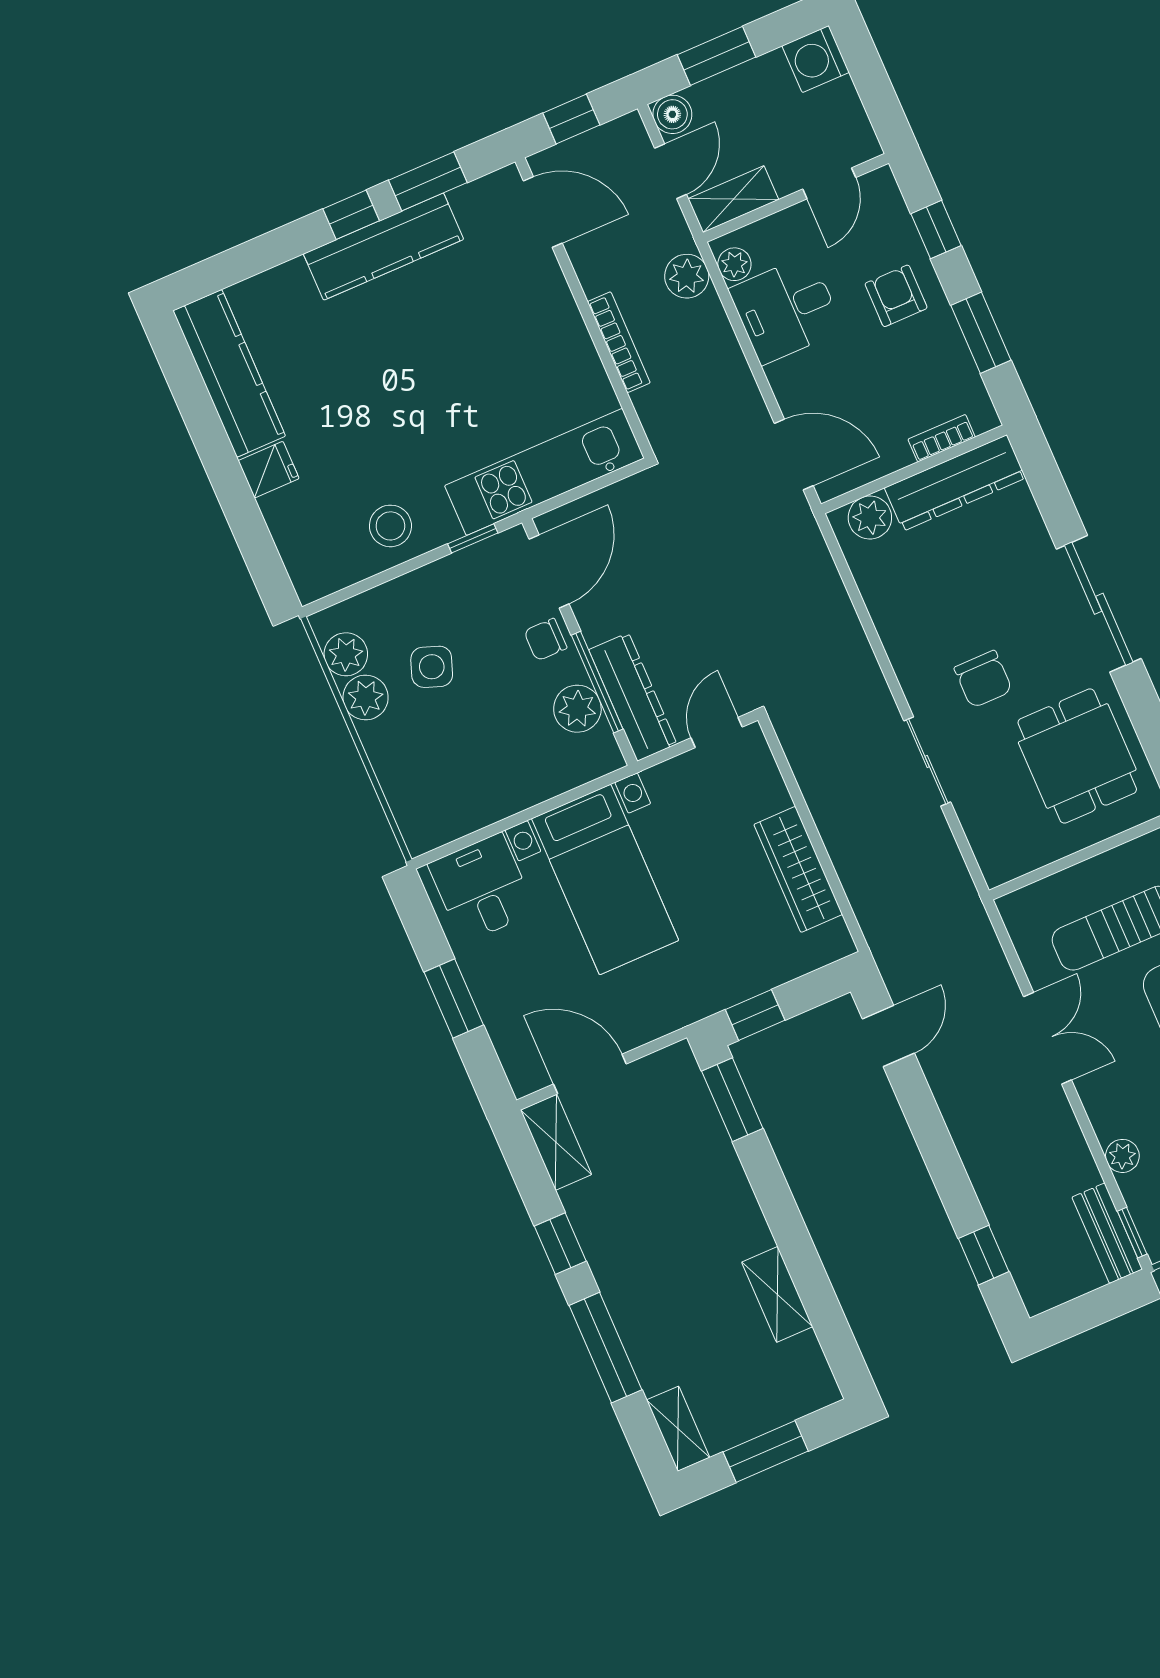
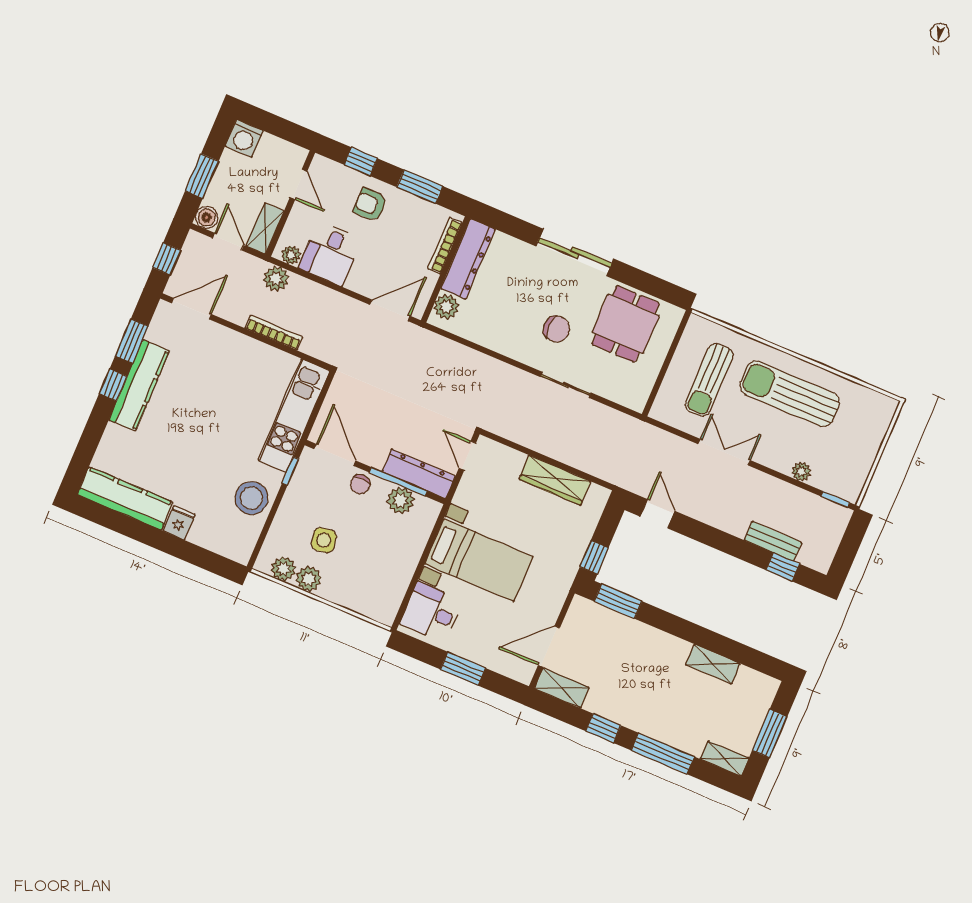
bookcase: (942, 438) -> (445, 246), width x1.56
stool: (390, 526) -> (252, 498), width x1.38, depth x1.38
side table: (432, 667) -> (324, 540), turned -30
dining table: (1077, 756) -> (626, 324), turned 90
bench: (1107, 1233) -> (773, 541), moved

